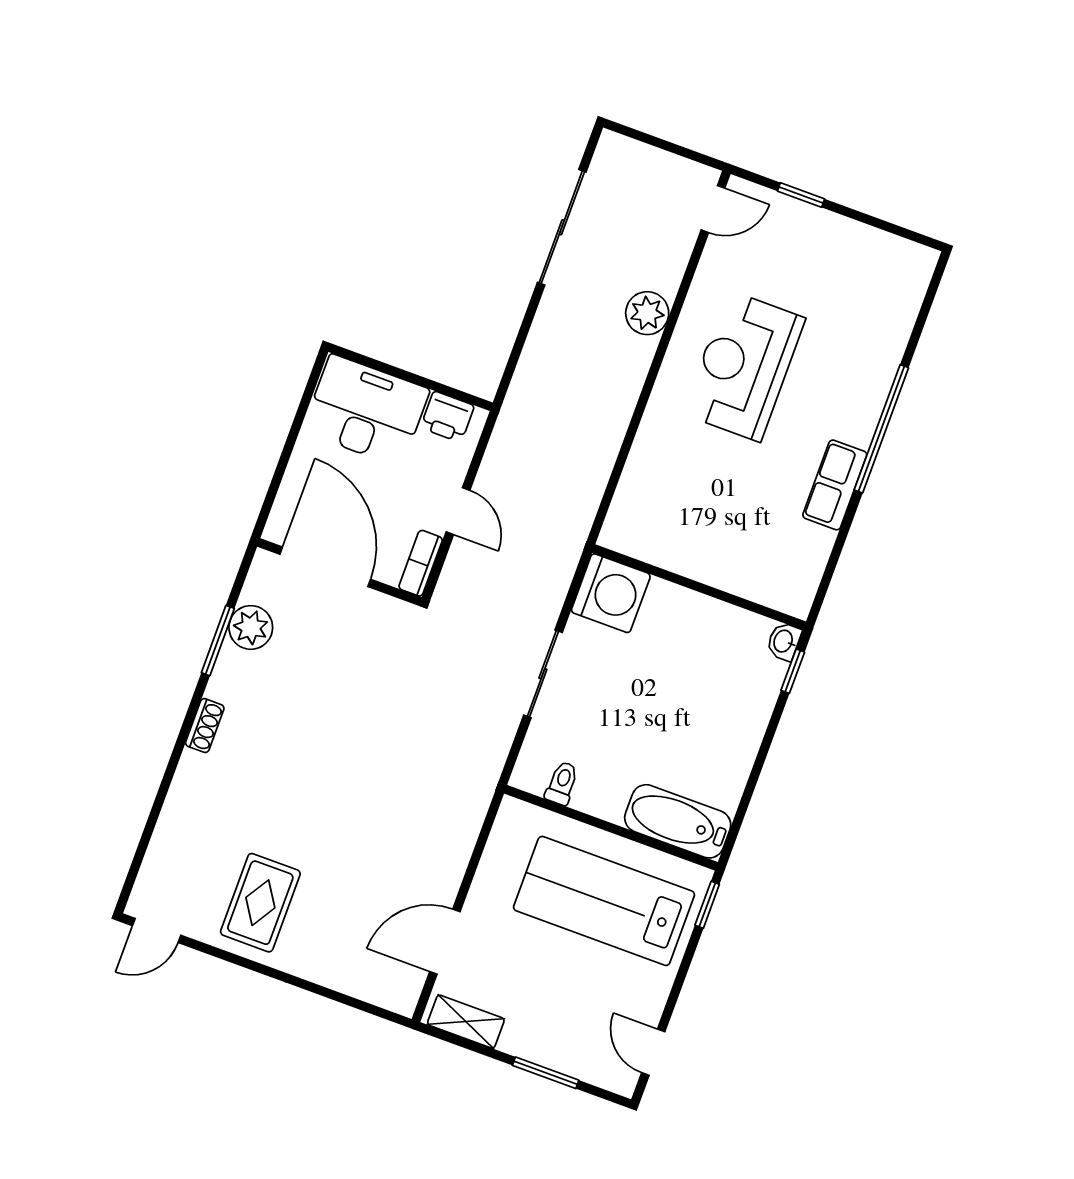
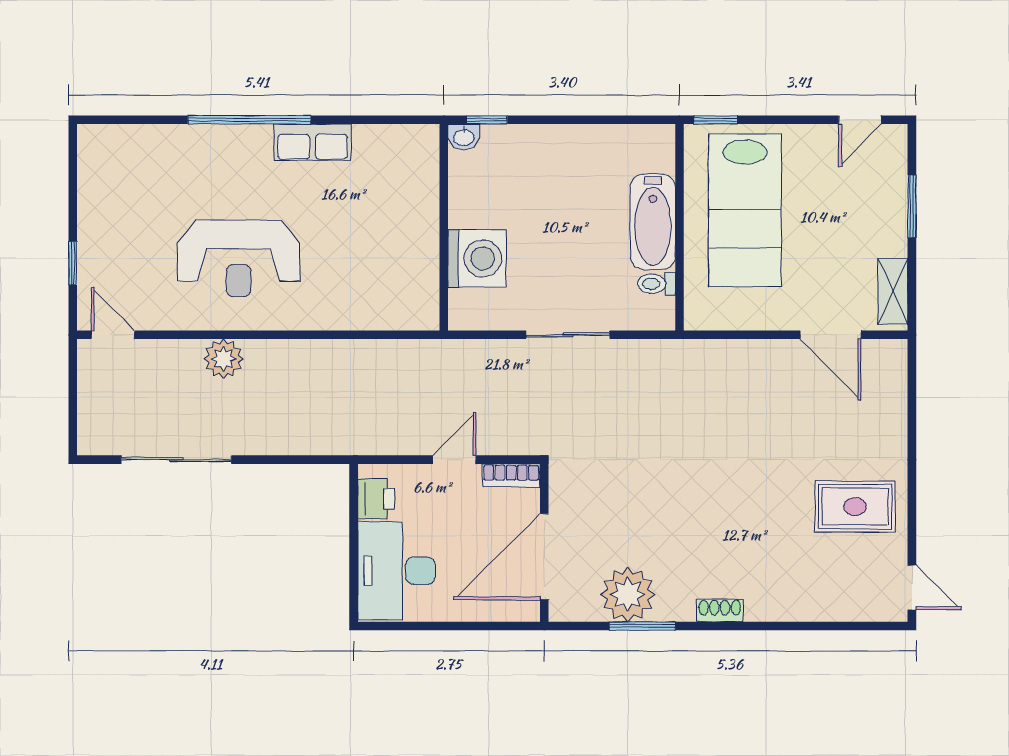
washing machine: (611, 593) -> (477, 258), moved, turned 90
plant: (251, 627) -> (628, 594), width x1.36, depth x1.36
bathtub: (678, 821) -> (653, 222), moved

